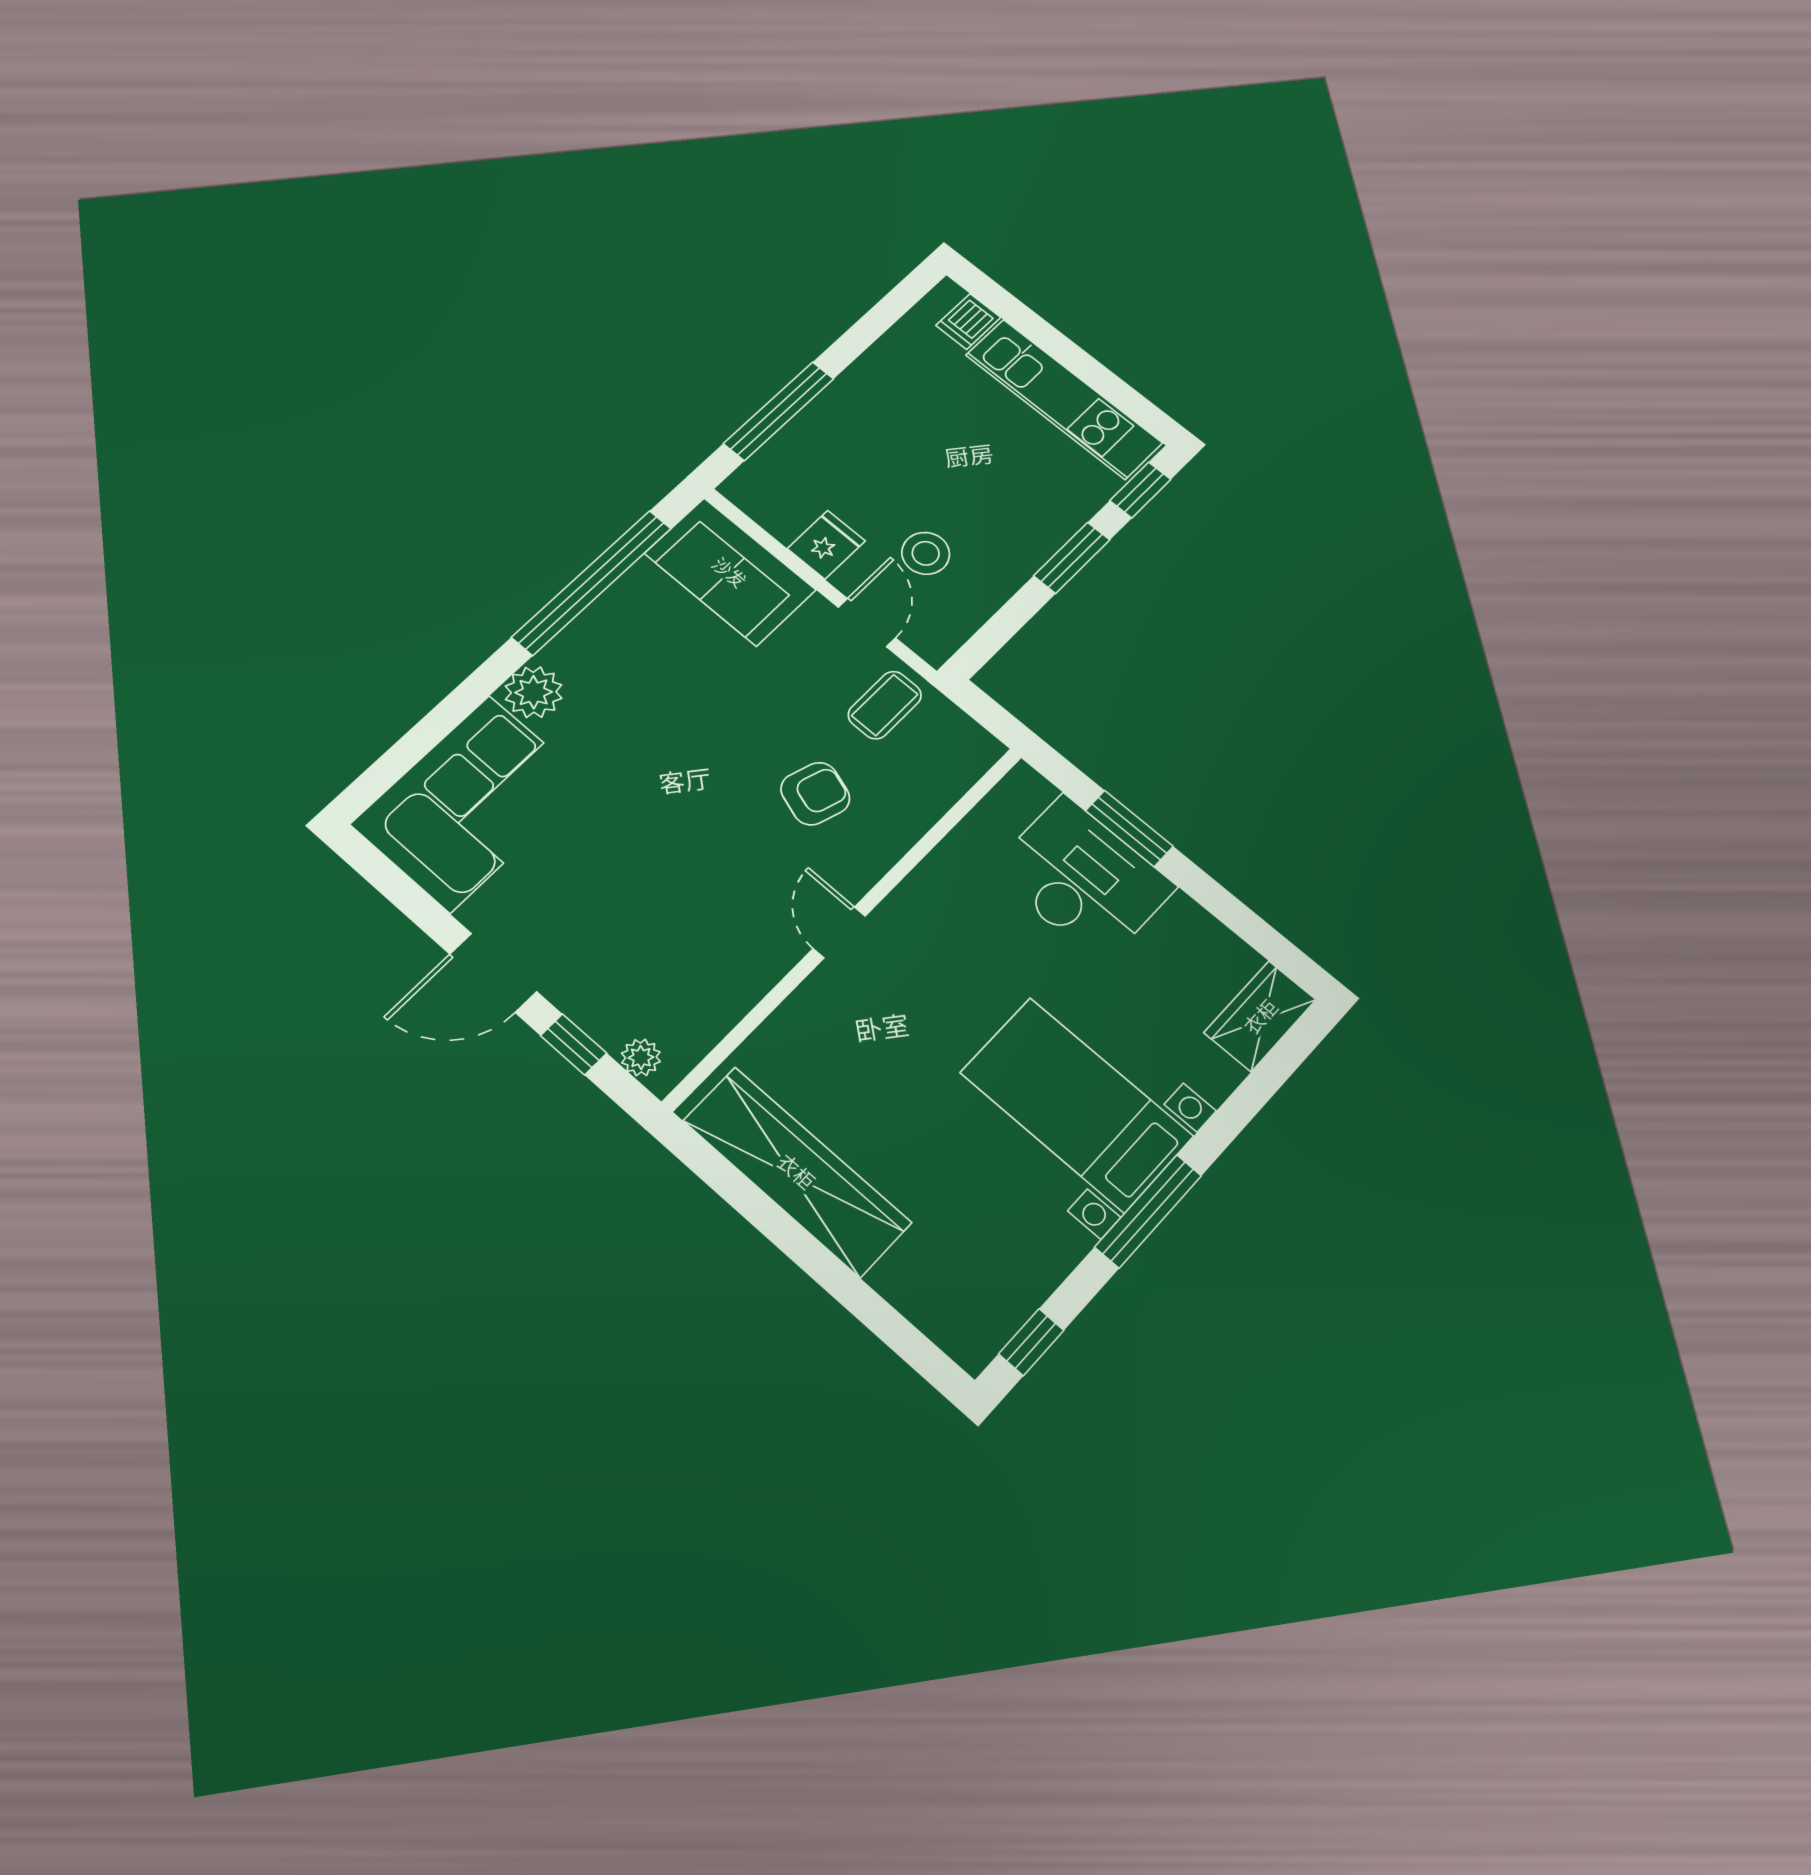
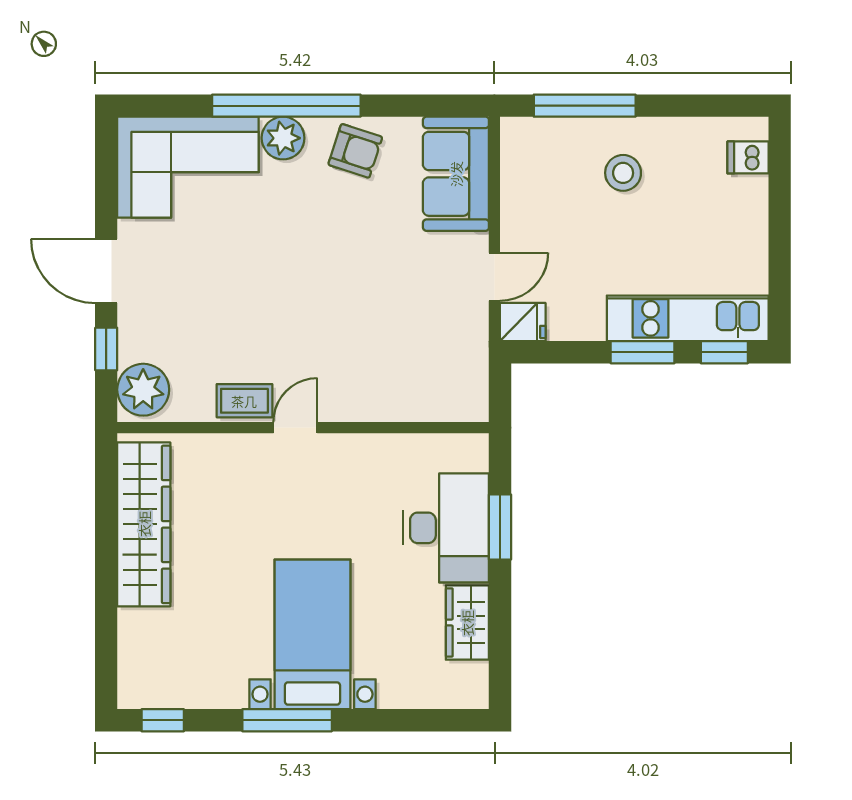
kitchen unit: (1064, 399) -> (688, 318), moved, turned 90
fridge: (826, 545) -> (523, 322), moved
stool: (926, 553) -> (623, 173), moved
window: (592, 583) -> (286, 106), moved
coffee table: (885, 705) -> (244, 401), moved
armchair: (815, 794) -> (355, 151), moved
wardrobe: (1260, 1016) -> (467, 623), moved, turned -90
plant: (641, 1057) -> (143, 390), width x1.88, depth x1.88

